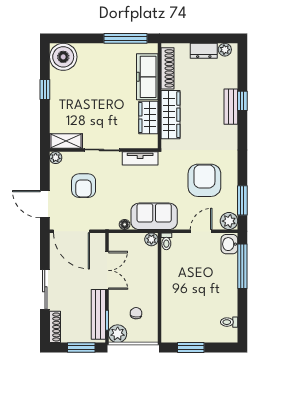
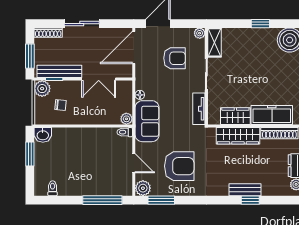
armchair: (84, 186) -> (175, 58), turned 180
washbasin: (229, 244) -> (43, 135), moved, turned 180

